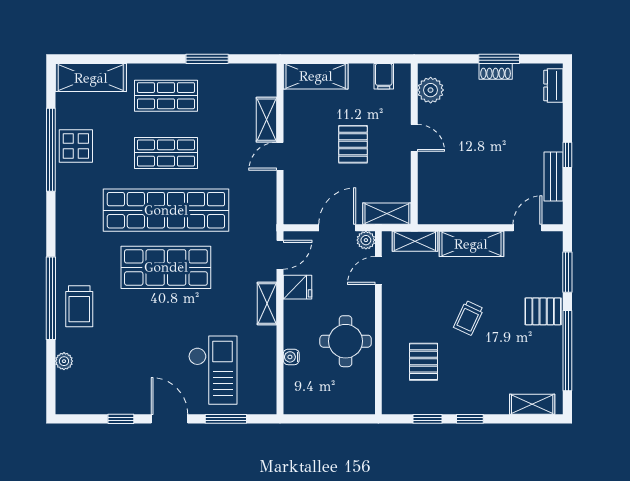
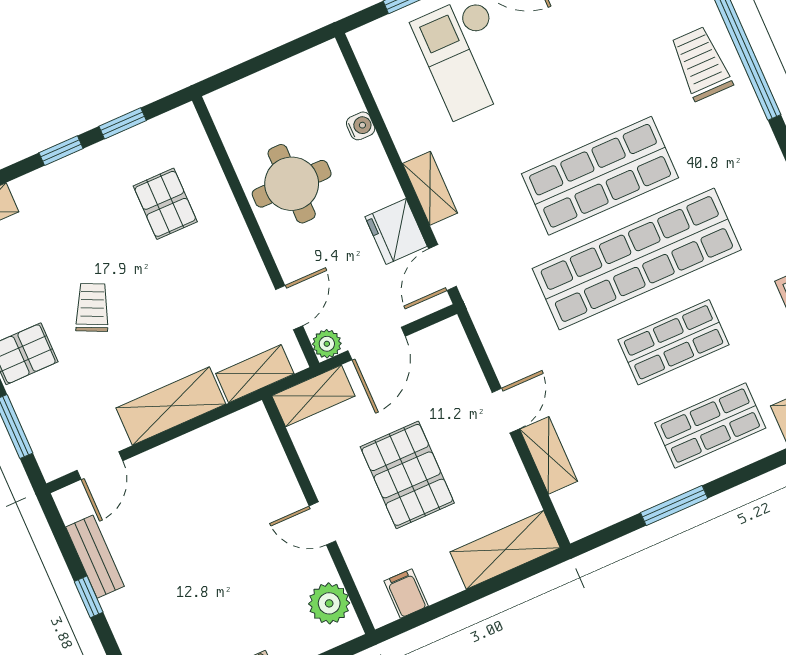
pallet: (353, 144) -> (407, 475), width x1.50, depth x1.42
fridge: (298, 287) -> (396, 232), width x1.38
trolley: (469, 318) -> (92, 307), moved

